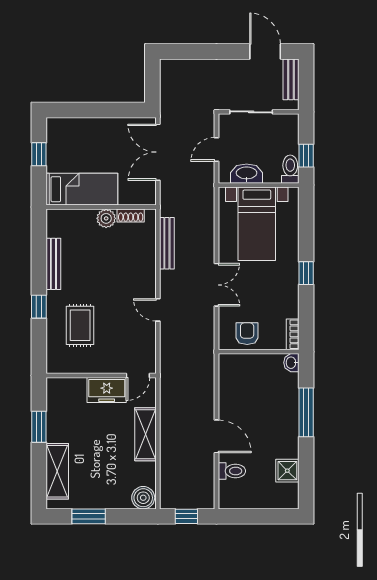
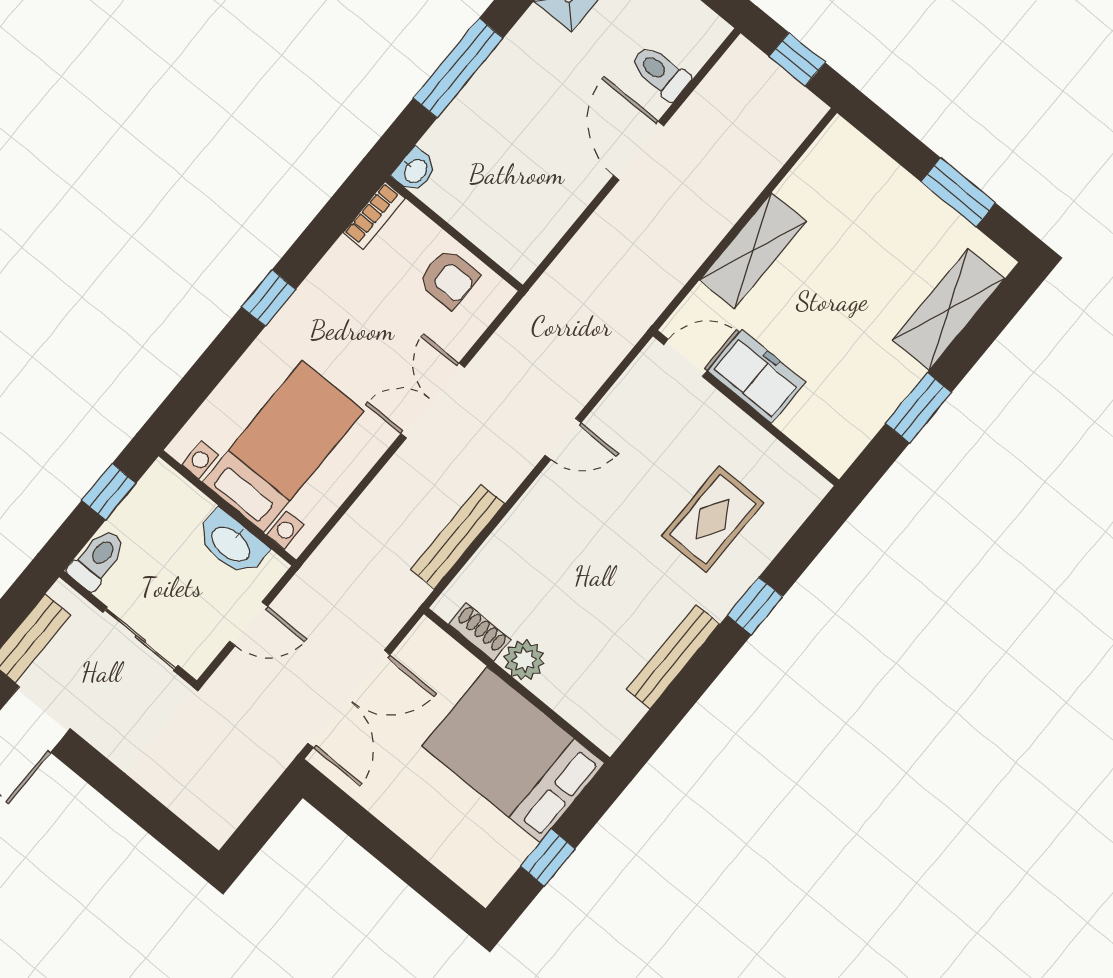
toilet: (290, 169) -> (97, 559), moved, turned 180
bed: (82, 189) -> (514, 755), width x1.50
door: (158, 310) -> (563, 439), hinge flipped
armchair: (247, 334) -> (448, 278), turned -90
boiler: (143, 498) -> (843, 149), removed

